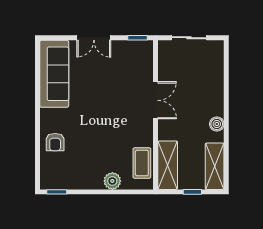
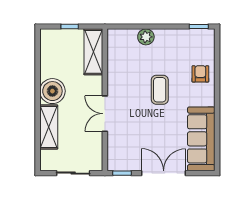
double door: (94, 38) -> (164, 173), width x1.37
boiler: (217, 124) -> (52, 91), width x1.86, depth x1.86
coffee table: (142, 163) -> (160, 90), moved
shelving: (215, 166) -> (49, 127), moved

